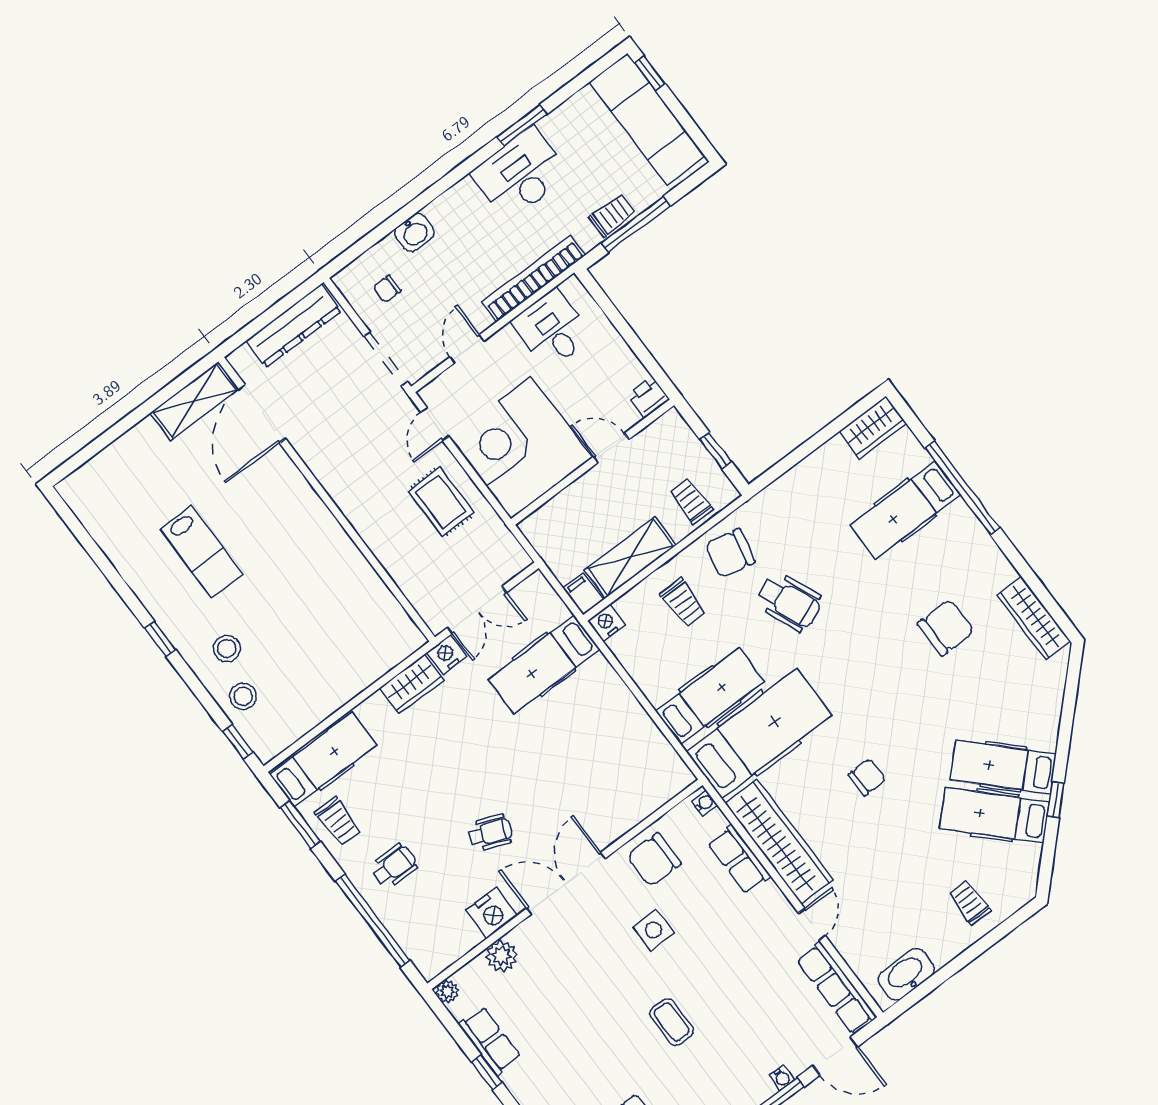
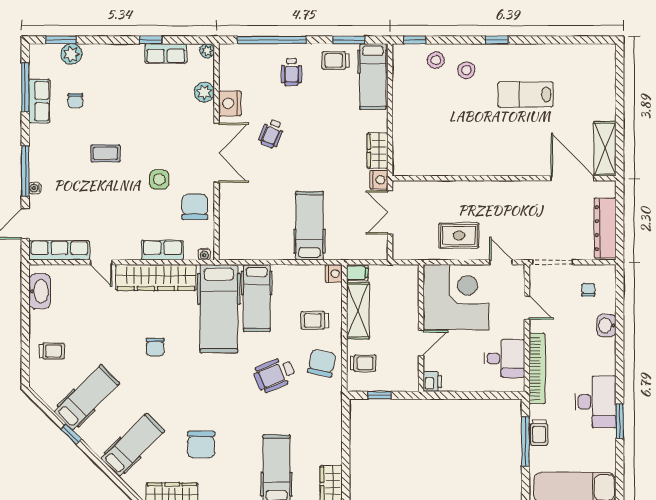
hospital bed: (544, 664) -> (309, 226), moved
hospital bed: (1003, 767) -> (133, 445), moved

